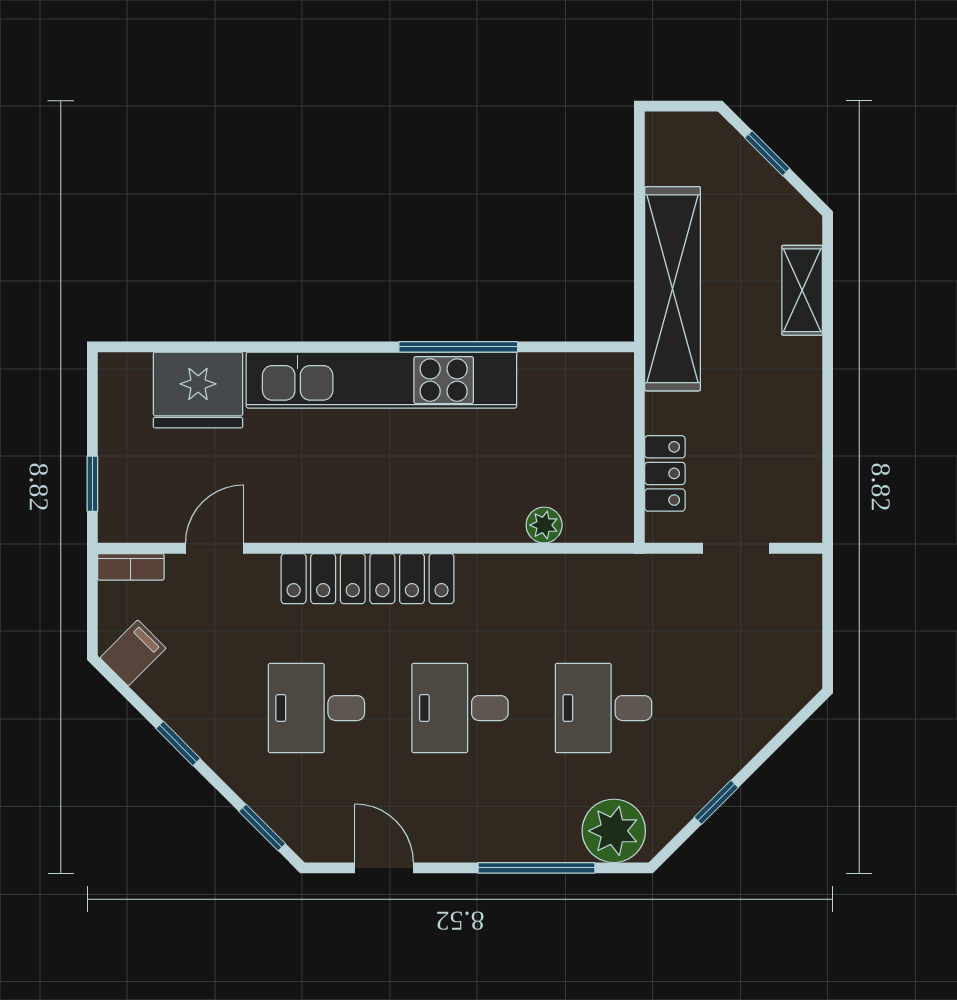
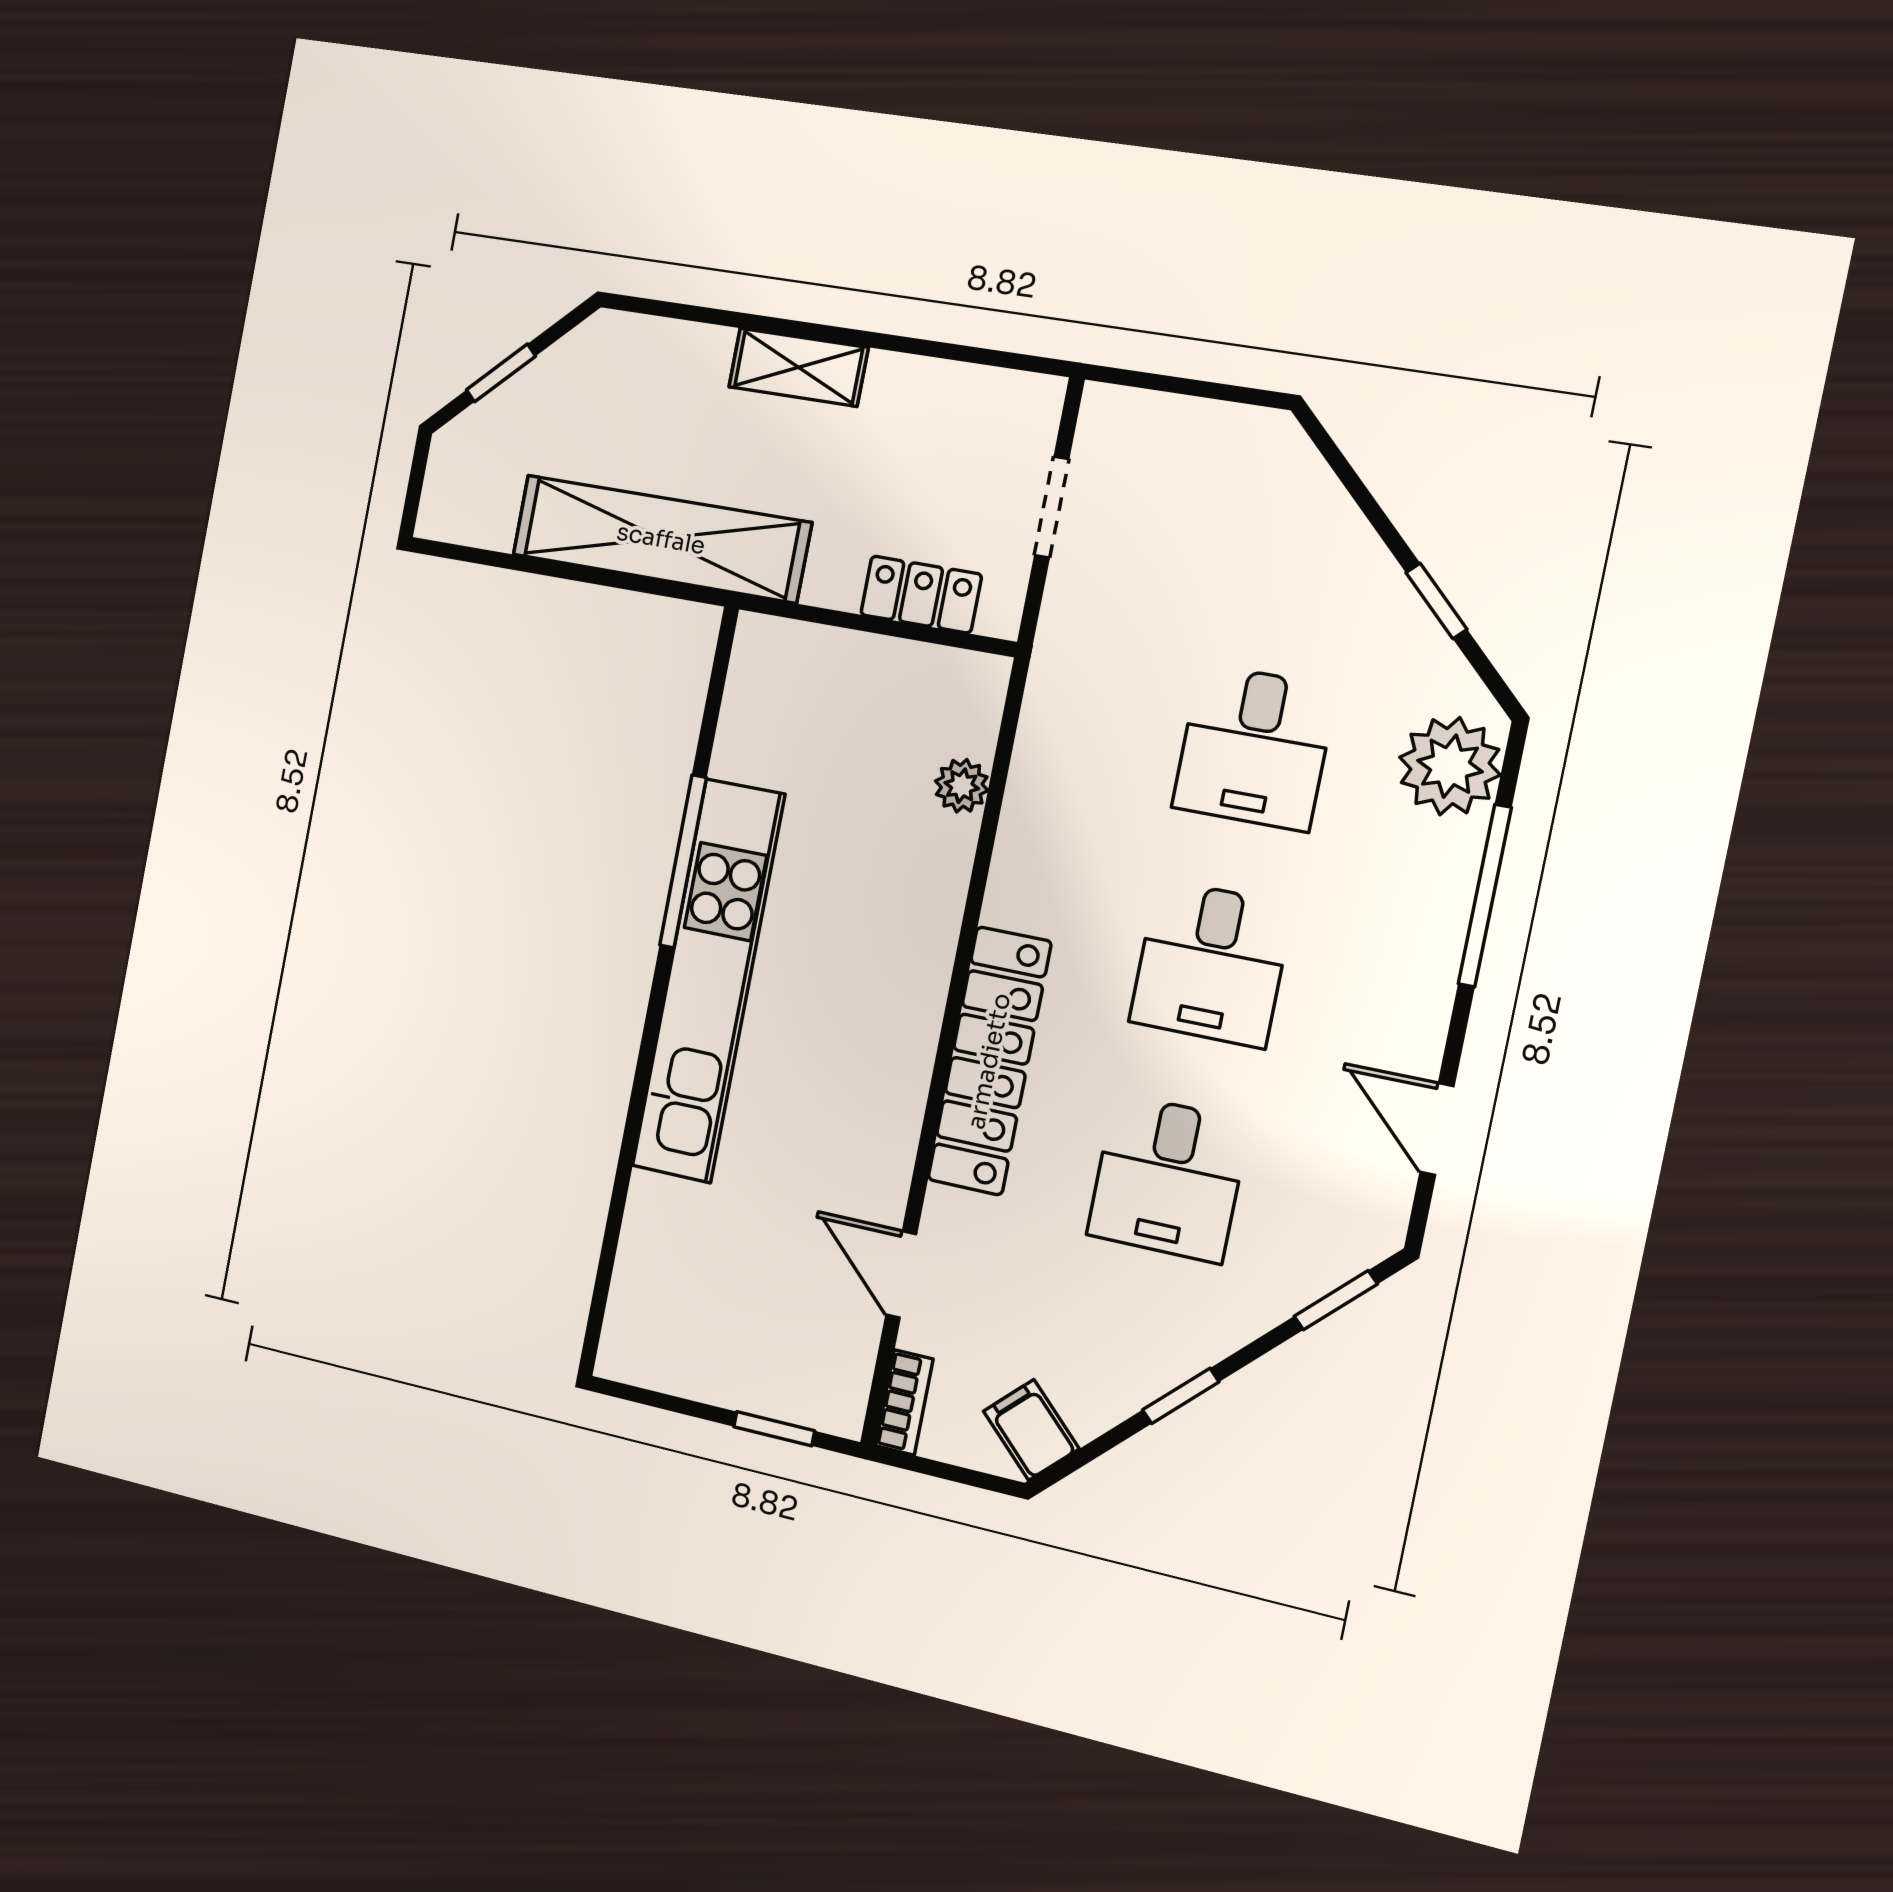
shelving: (802, 290) -> (798, 367), moved
fridge: (198, 390) -> (672, 1246), removed
door: (384, 868) -> (1437, 1129), hinge flipped

